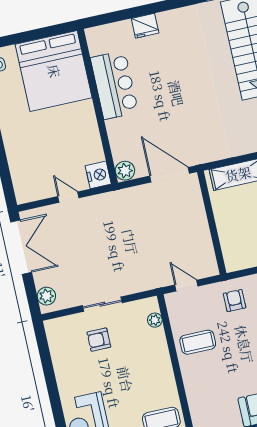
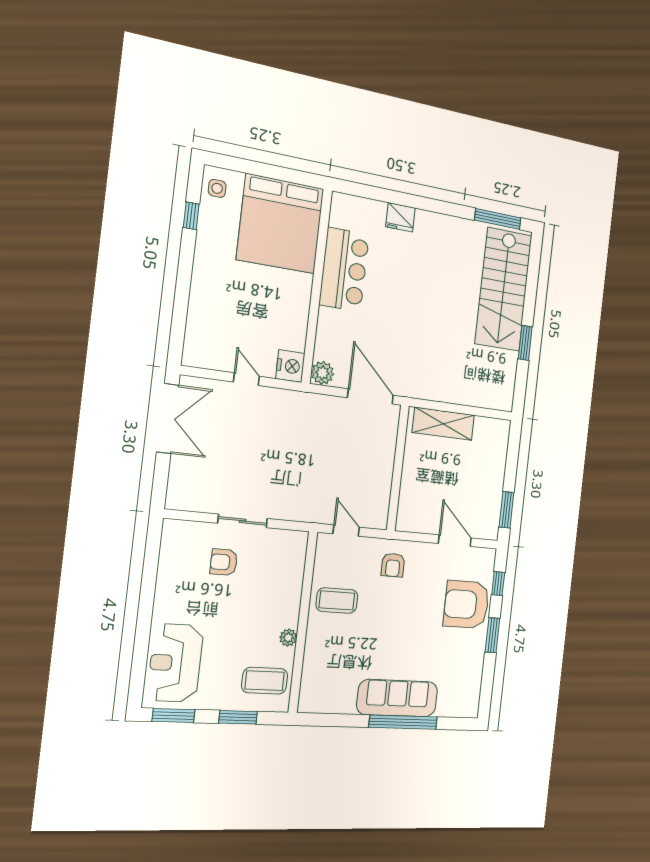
plant: (46, 296) -> (178, 489), removed
armchair: (234, 301) -> (393, 565), turned 180
plant: (155, 320) -> (288, 638), moved

